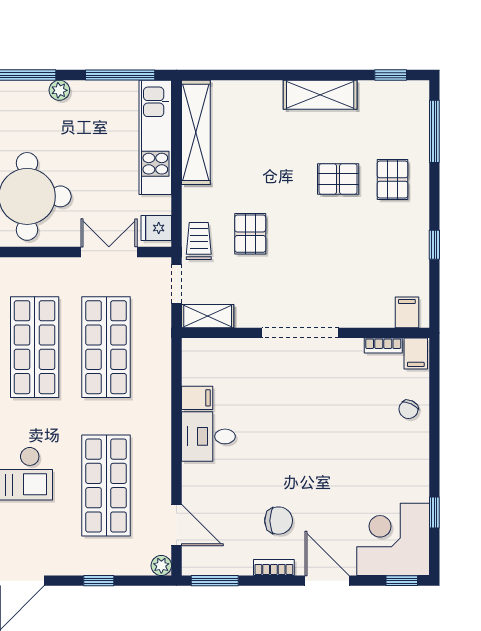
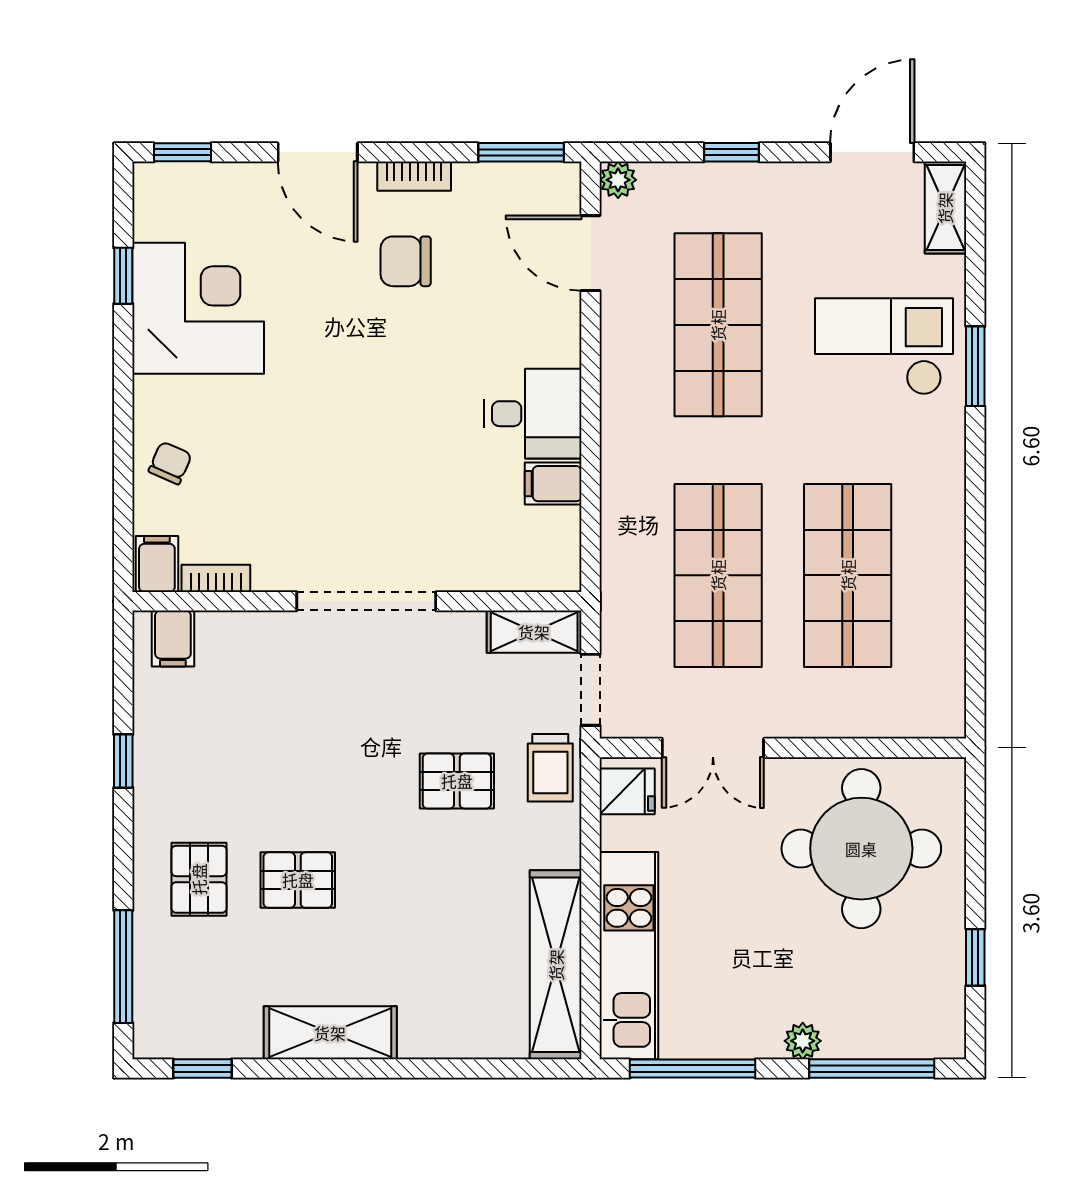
pallet: (250, 234) -> (457, 781), turned 90
corner desk: (393, 539) -> (198, 308), moved, turned -90

